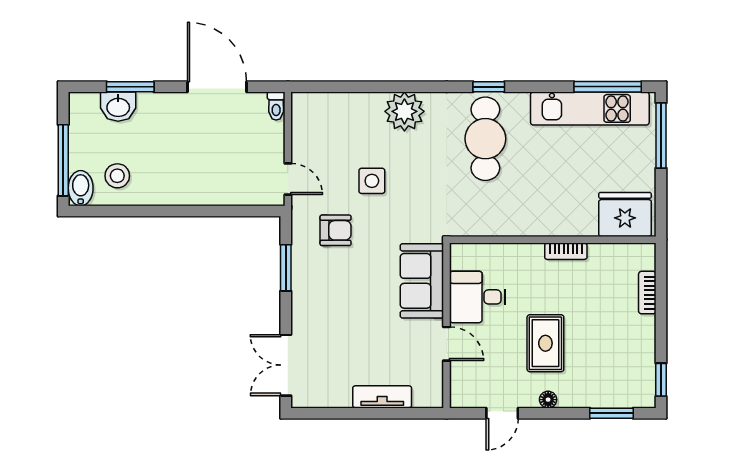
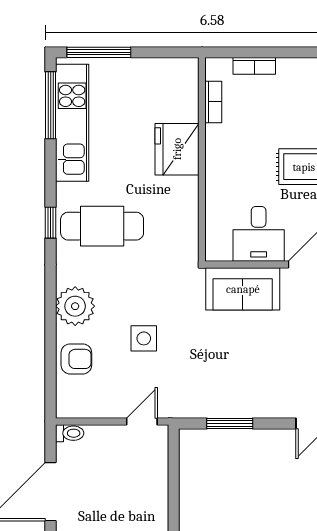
fridge: (625, 214) -> (177, 149), moved
armchair: (336, 230) -> (76, 359), moved, turned 90
bookcase: (566, 251) -> (213, 102), moved

